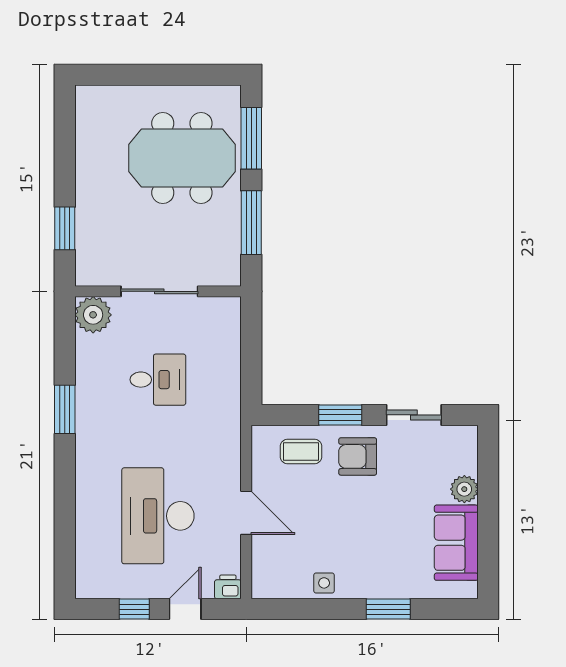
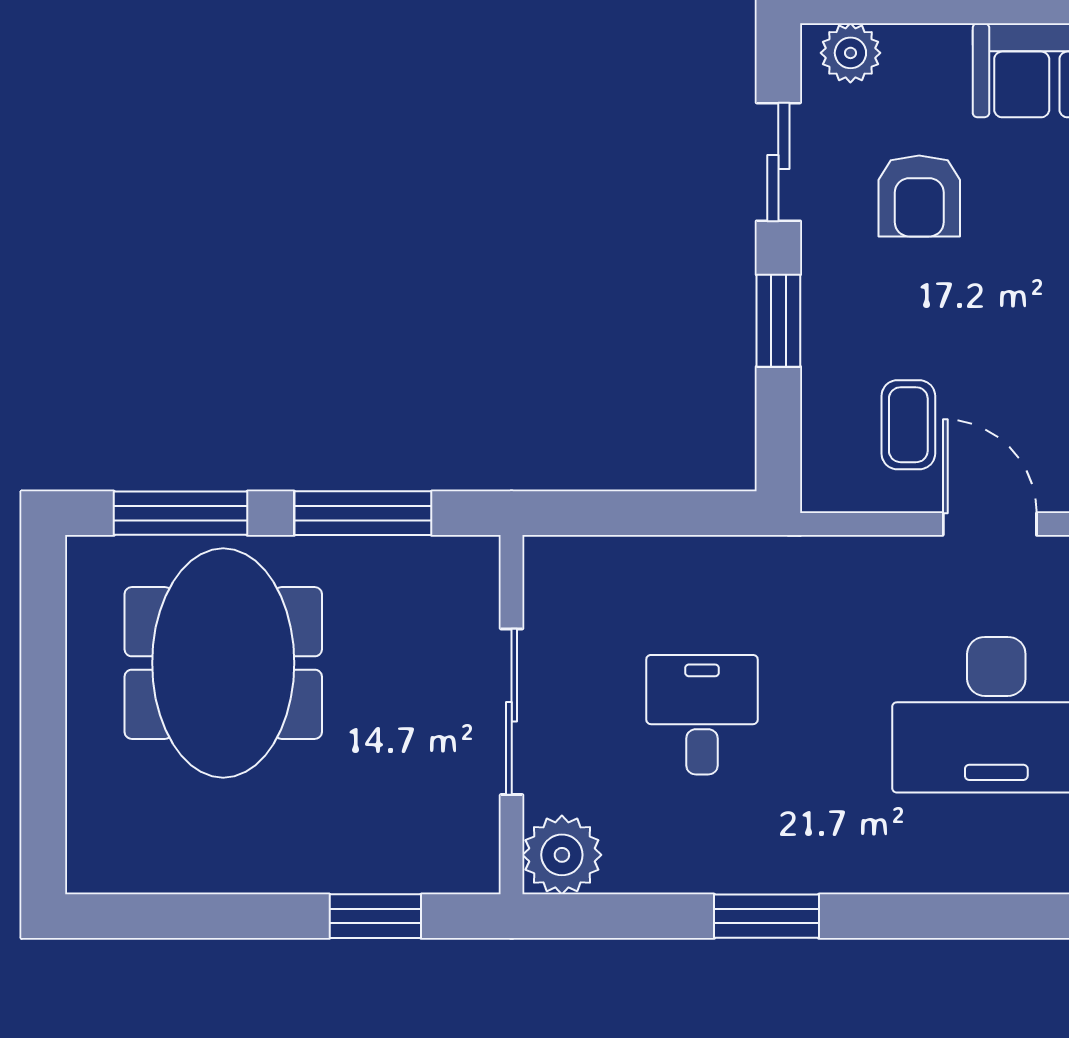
coffee table: (301, 452) -> (908, 425), moved
armchair: (358, 456) -> (919, 196), moved
plant: (464, 489) -> (850, 53), moved
door: (246, 513) -> (990, 524), hinge flipped

